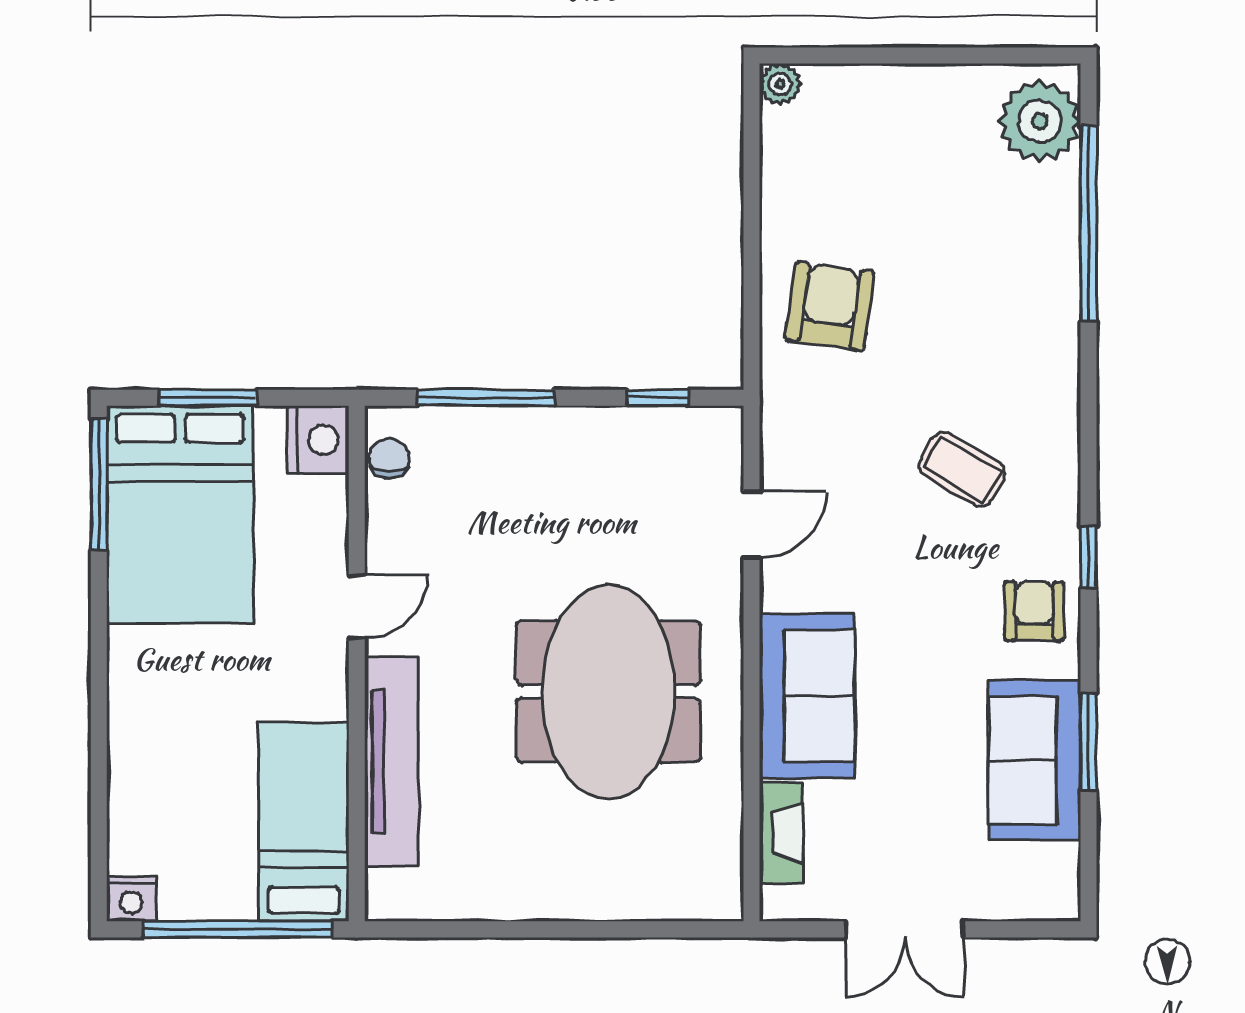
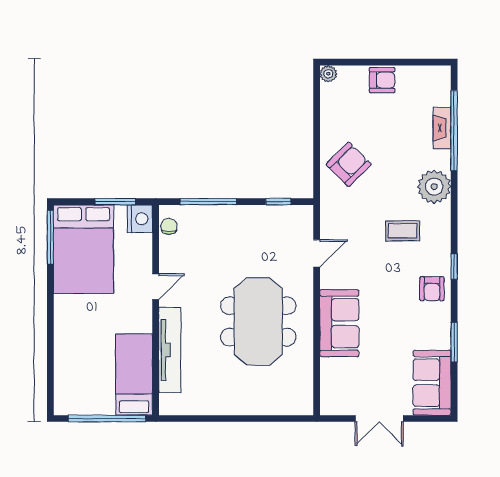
armchair: (912, 100) -> (382, 80), added
plant: (1040, 121) -> (434, 187), moved
armchair: (830, 306) -> (349, 164), turned 37
window: (208, 398) -> (115, 202), moved
coffee table: (962, 469) -> (403, 231), turned -31
armchair: (1034, 611) -> (432, 289), turned 180
sofa: (1034, 760) -> (432, 383), moved
fireplace: (781, 833) -> (442, 128), moved, turned 180
nightstand: (131, 899) -> (64, 406), removed

